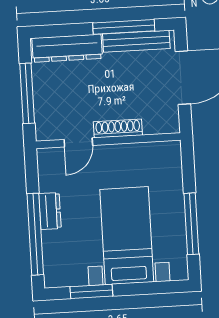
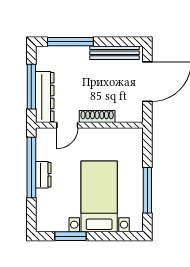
window: (124, 27) -> (70, 42), moved
dresser: (67, 48) -> (45, 97), moved, turned -90
window: (35, 234) -> (31, 167), moved

